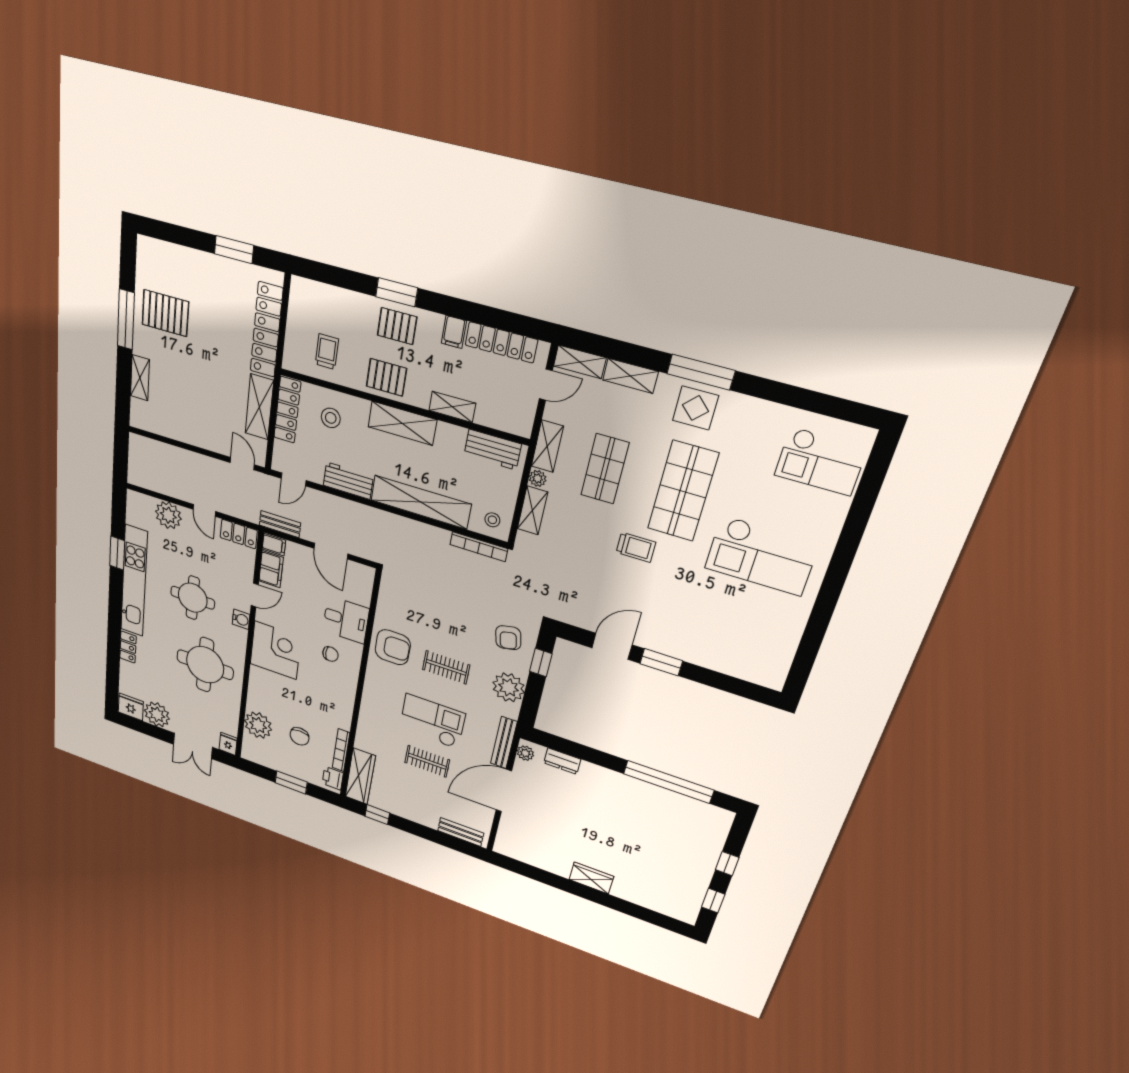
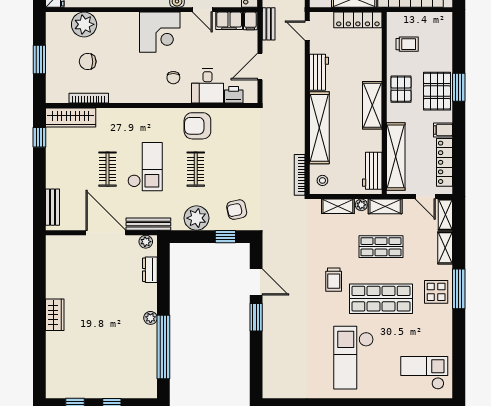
pallet: (397, 326) -> (437, 91), width x1.50, depth x1.42
shelving: (452, 407) -> (396, 156), width x2.20, depth x1.33
stool: (331, 418) -> (361, 53), removed
checkout: (821, 461) -> (424, 373), turned 90
armchair: (393, 647) -> (197, 126), turned 90
printer: (333, 778) -> (234, 95), moved
plant: (625, 782) -> (150, 318), added

